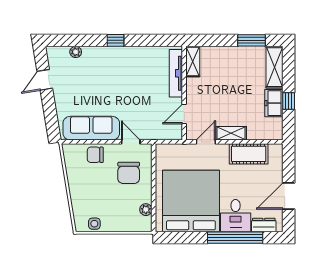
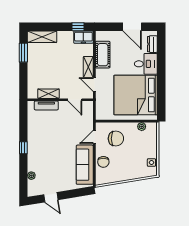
shelving: (193, 62) -> (49, 94), moved
tv unit: (176, 73) -> (46, 105), width x0.71
window: (289, 101) -> (78, 27), moved
freezer: (274, 103) -> (83, 37), moved
window: (235, 238) -> (161, 64), removed

